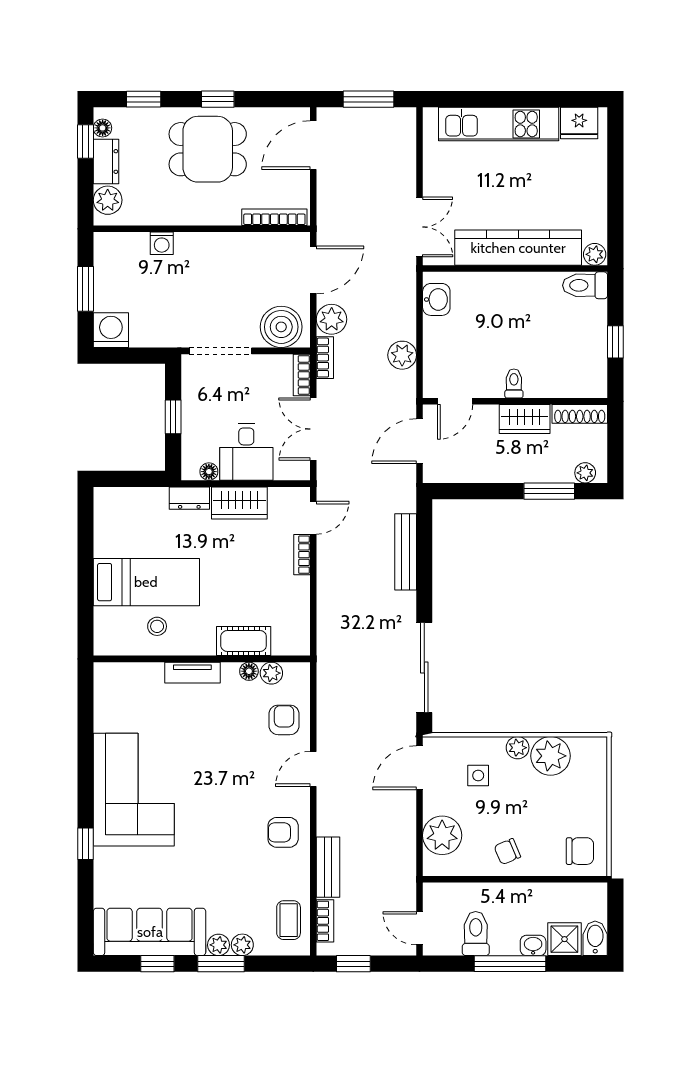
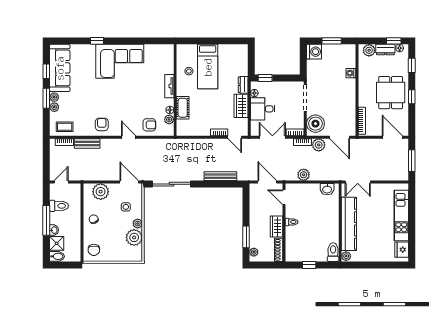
window: (173, 417) -> (265, 78), moved
window: (353, 964) -> (46, 154), removed

